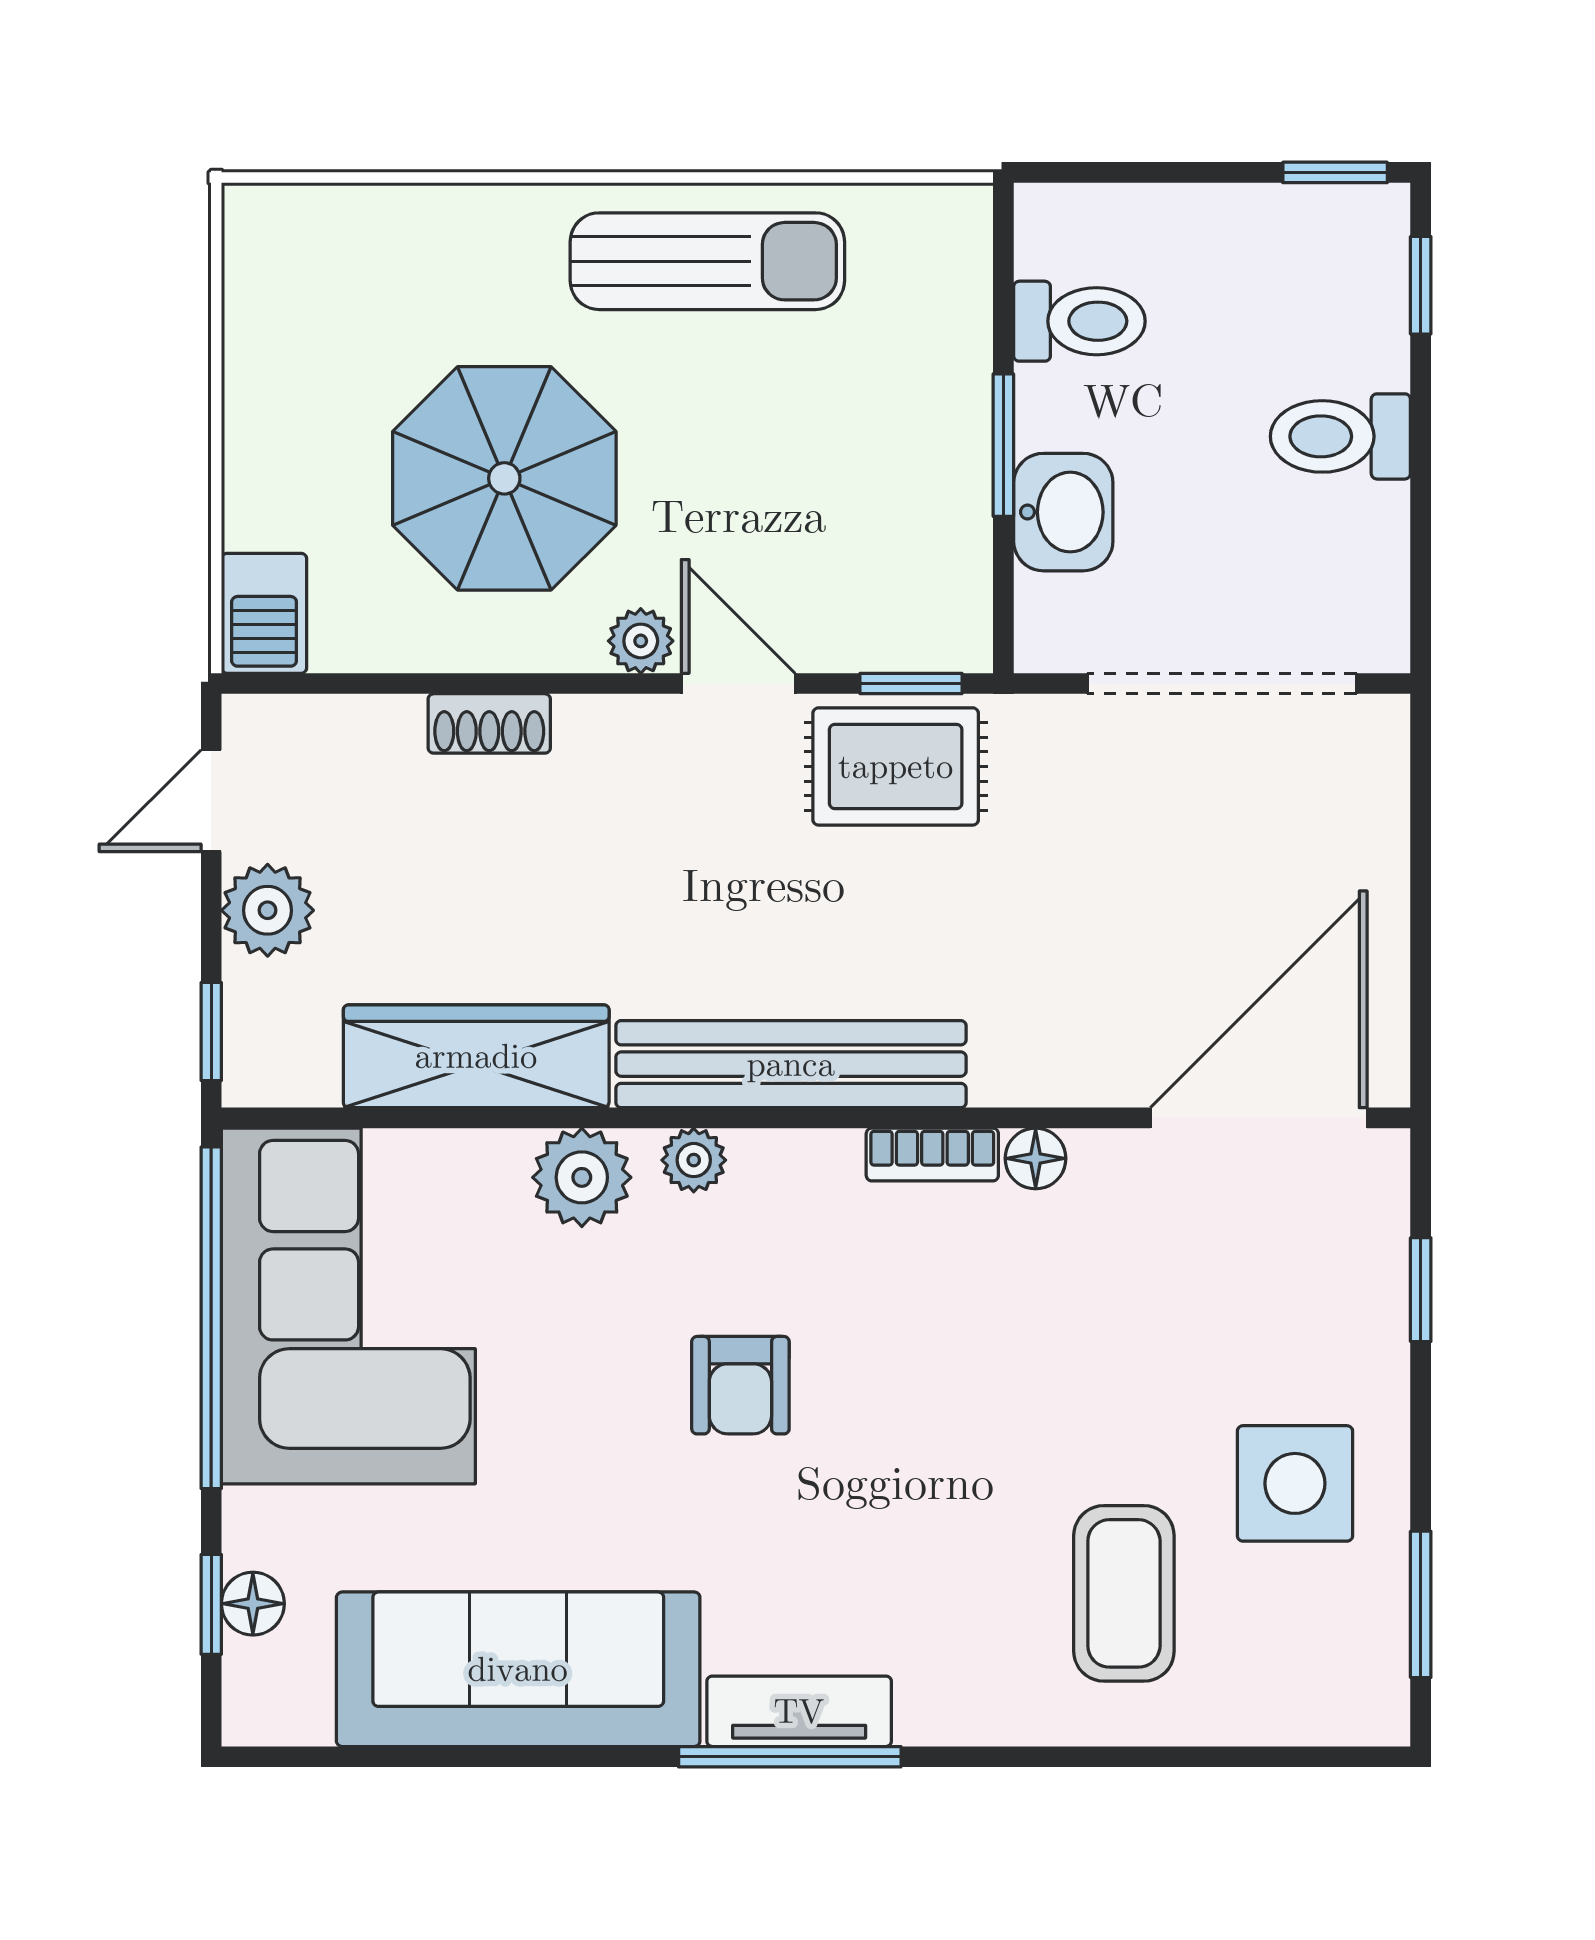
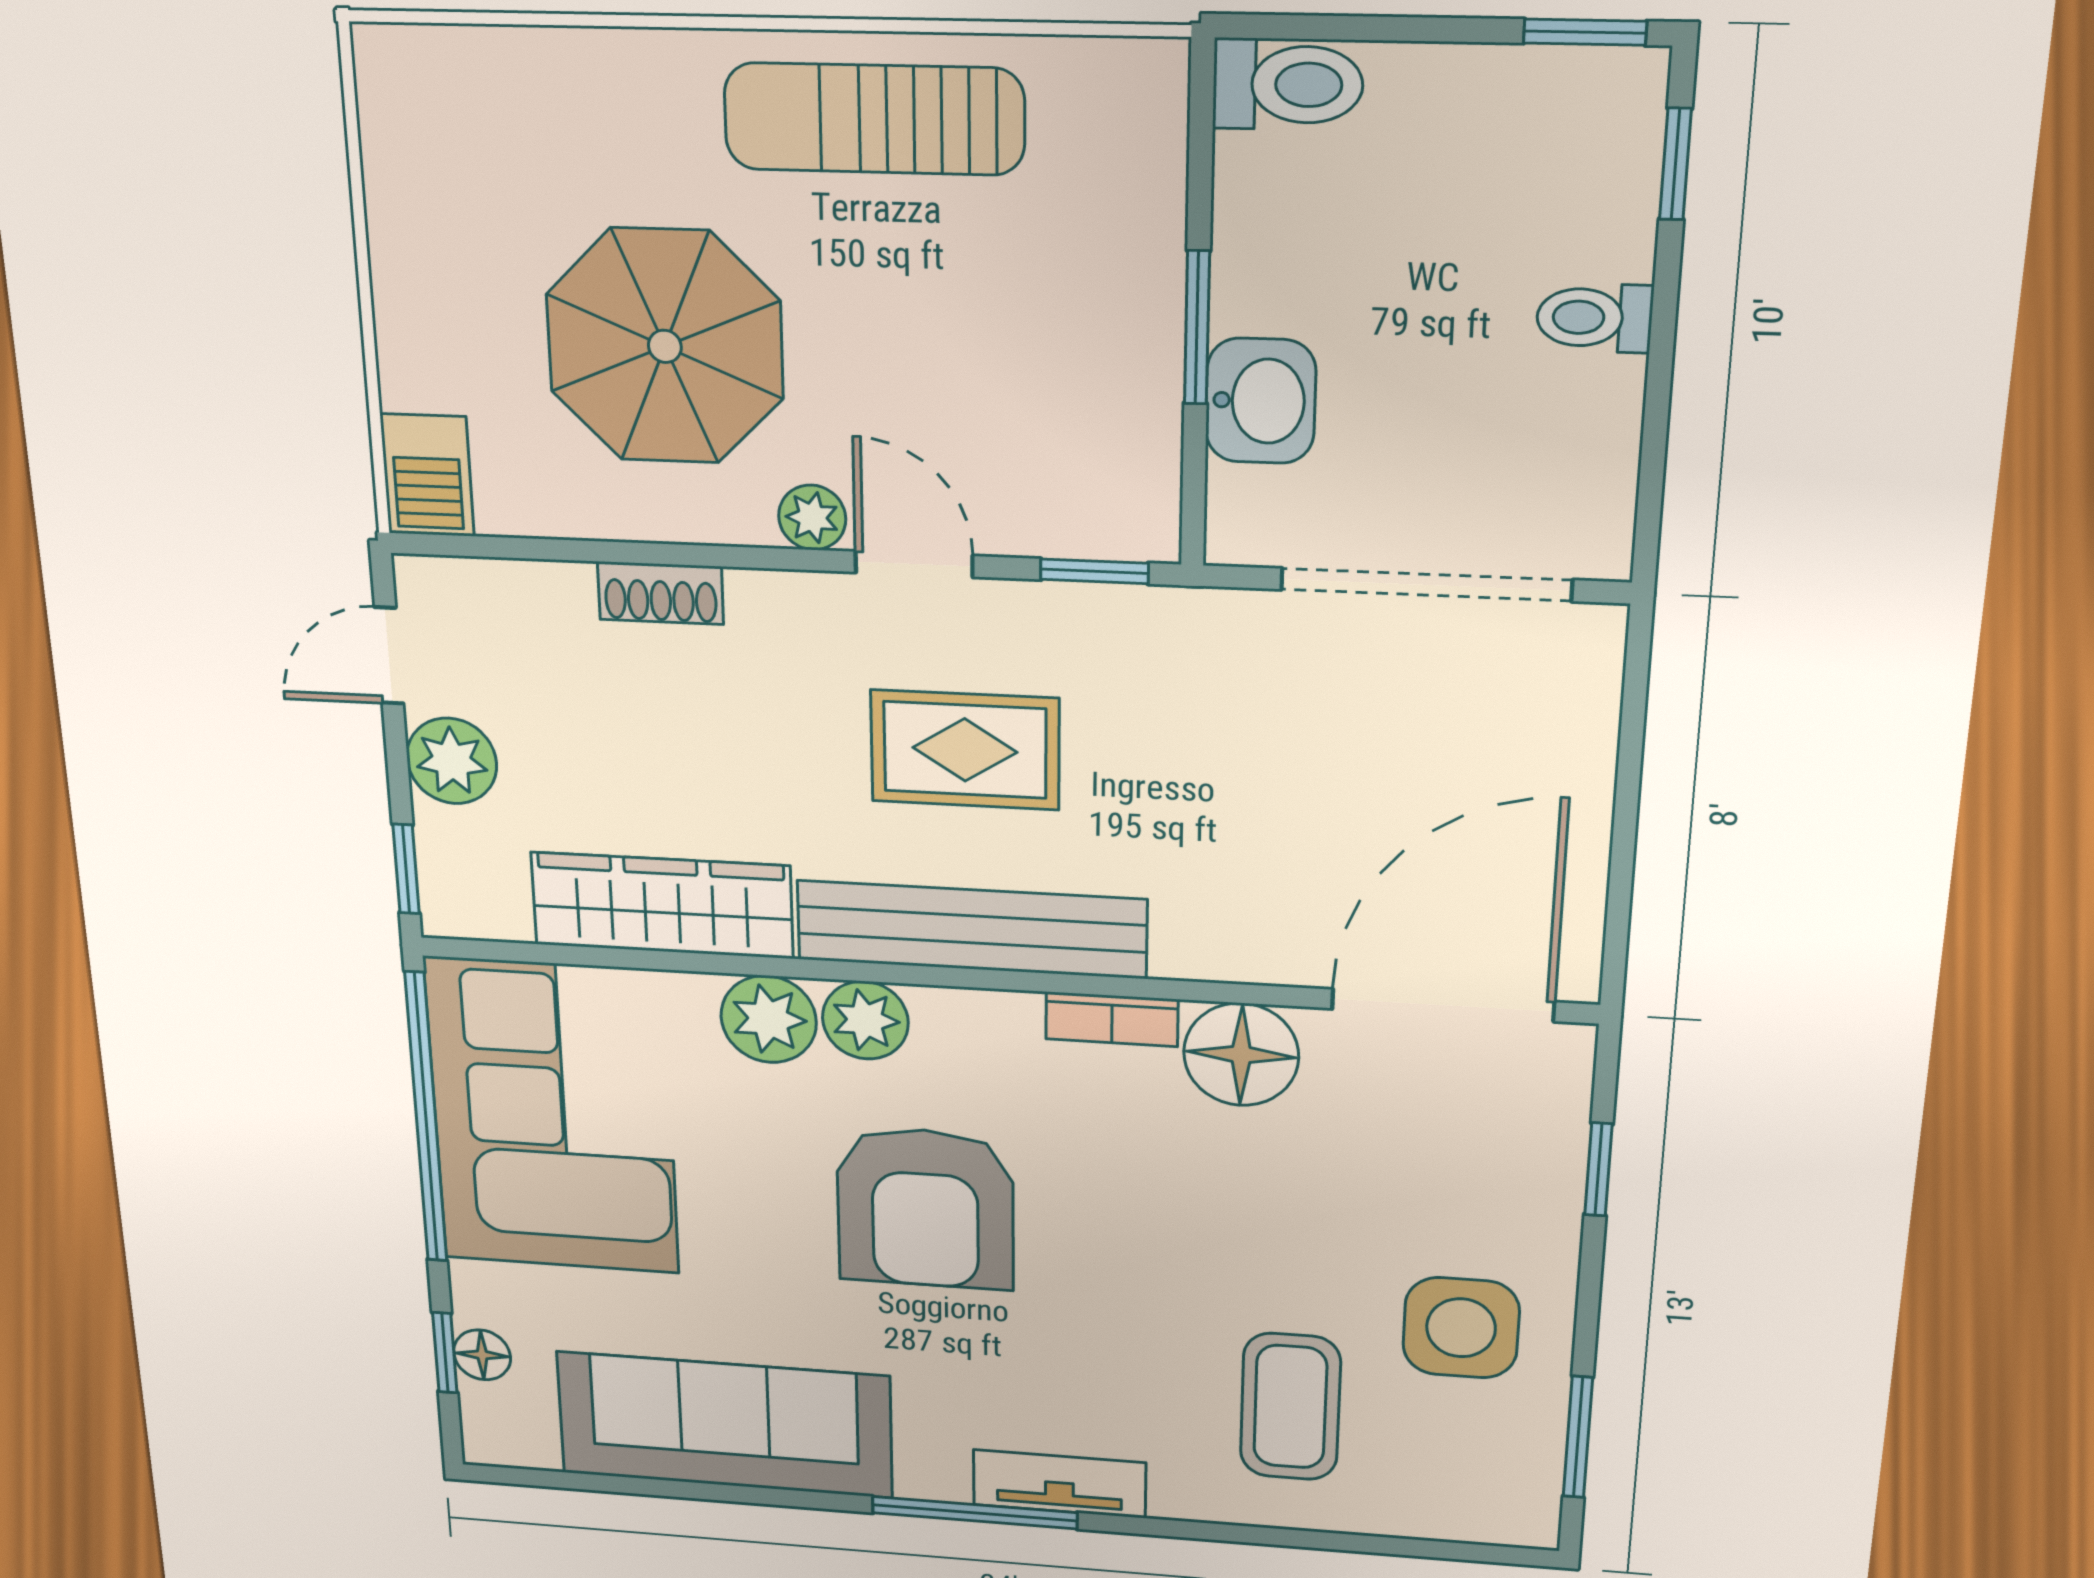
sun lounger: (707, 261) -> (874, 119), turned 180
toilet: (1079, 321) -> (1288, 84), moved
toilet: (1340, 436) -> (1595, 318), width x0.73, depth x0.72
rug: (896, 766) -> (965, 750), moved
floor lamp: (1036, 1158) -> (1241, 1054), width x1.89, depth x1.89
plant: (694, 1160) -> (865, 1020), width x1.38, depth x1.38
armchair: (740, 1385) -> (925, 1208), width x1.88, depth x1.88
tv unit: (799, 1711) -> (1059, 1484), moved

